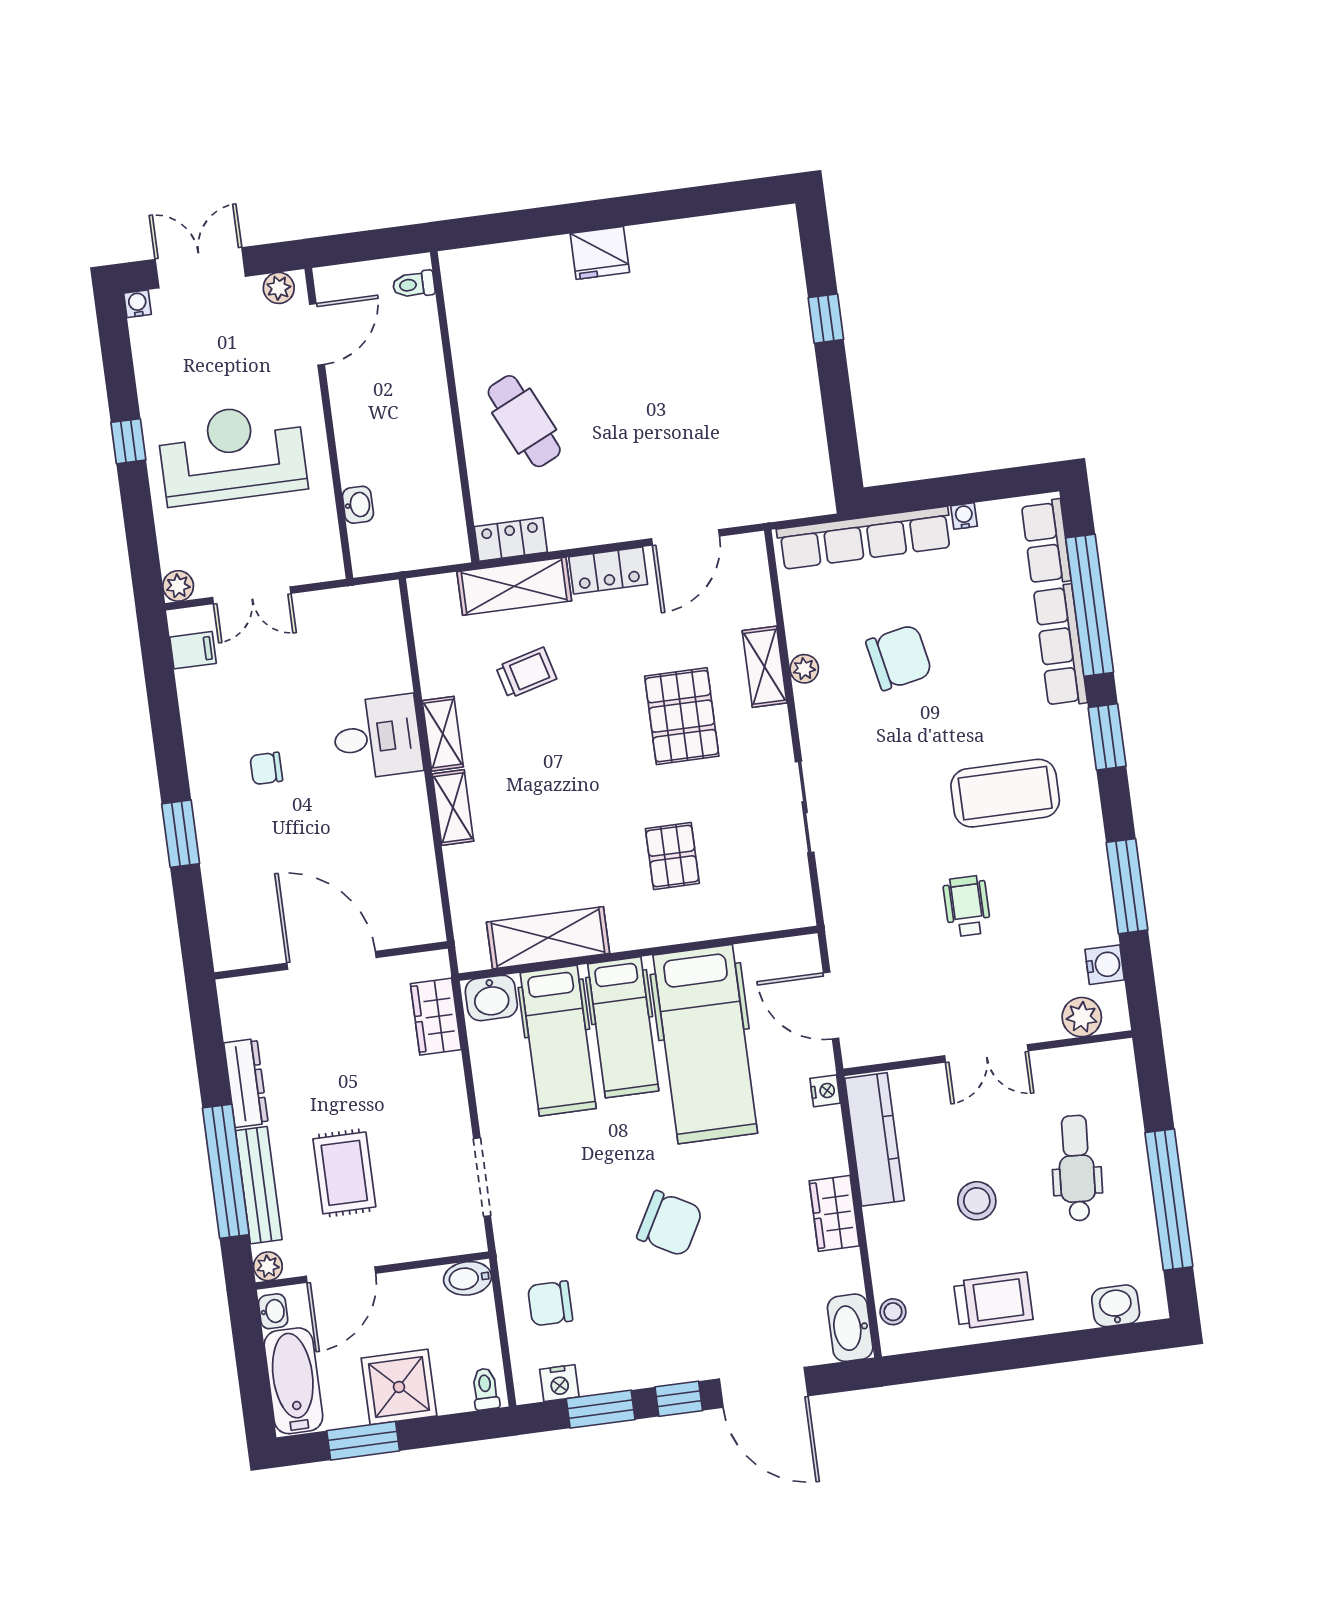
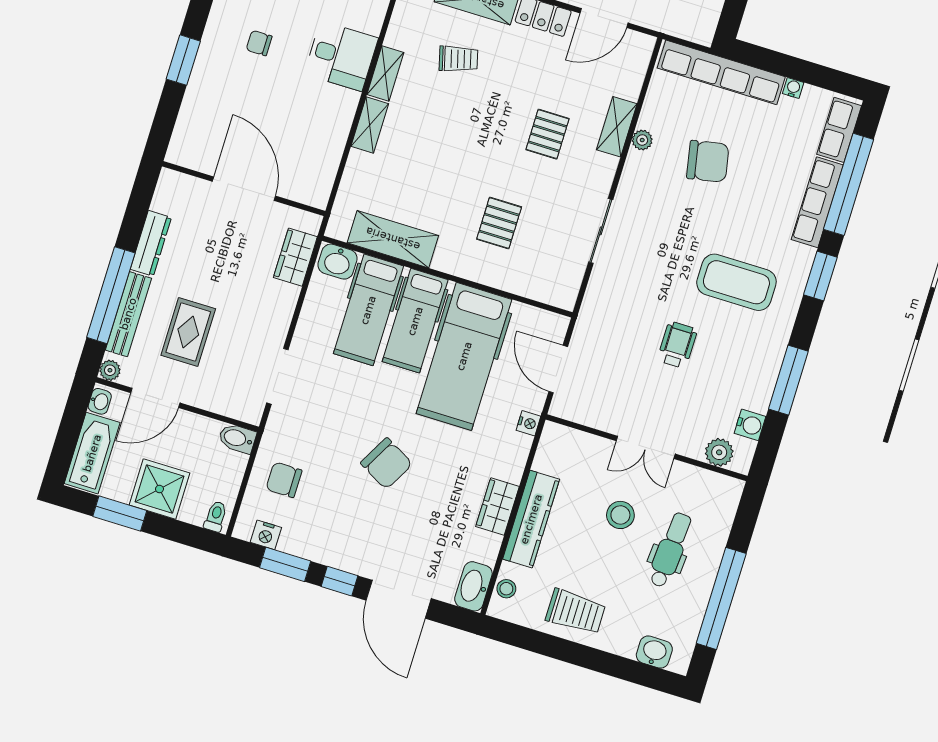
pallet: (682, 716) -> (548, 134), width x0.67, depth x0.71
kitchen counter: (874, 1139) -> (531, 519), moved
stool: (977, 1201) -> (620, 515), moved

